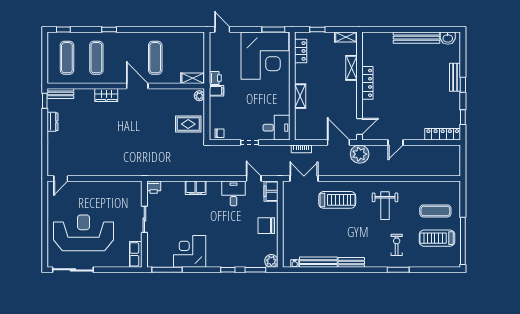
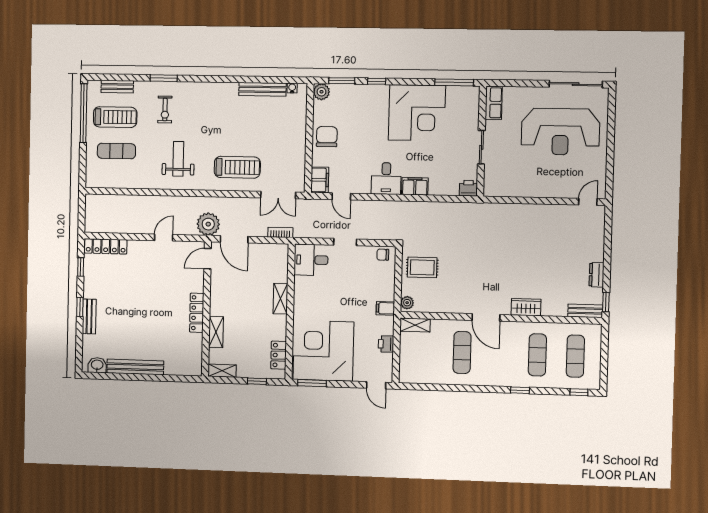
printer: (215, 78) -> (386, 344), moved
desk: (233, 193) -> (386, 179), moved
treadmill: (337, 200) -> (237, 167), turned 180
chair: (266, 226) -> (327, 137), turned -90
corner desk: (190, 251) -> (417, 113), width x1.36, depth x1.36
bench: (351, 262) -> (117, 87), moved

